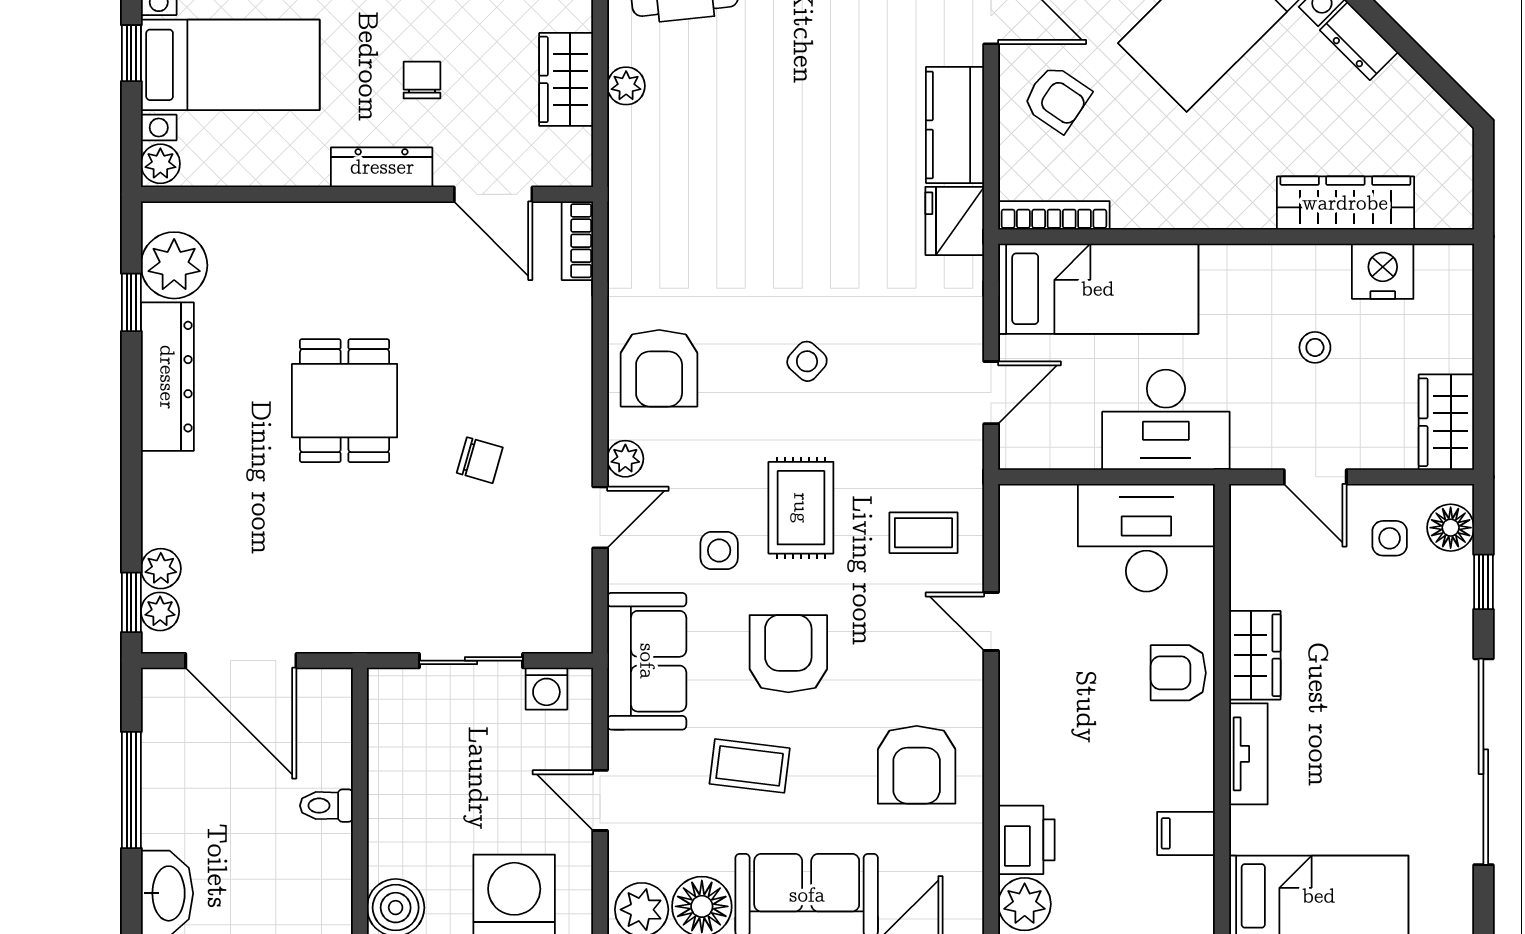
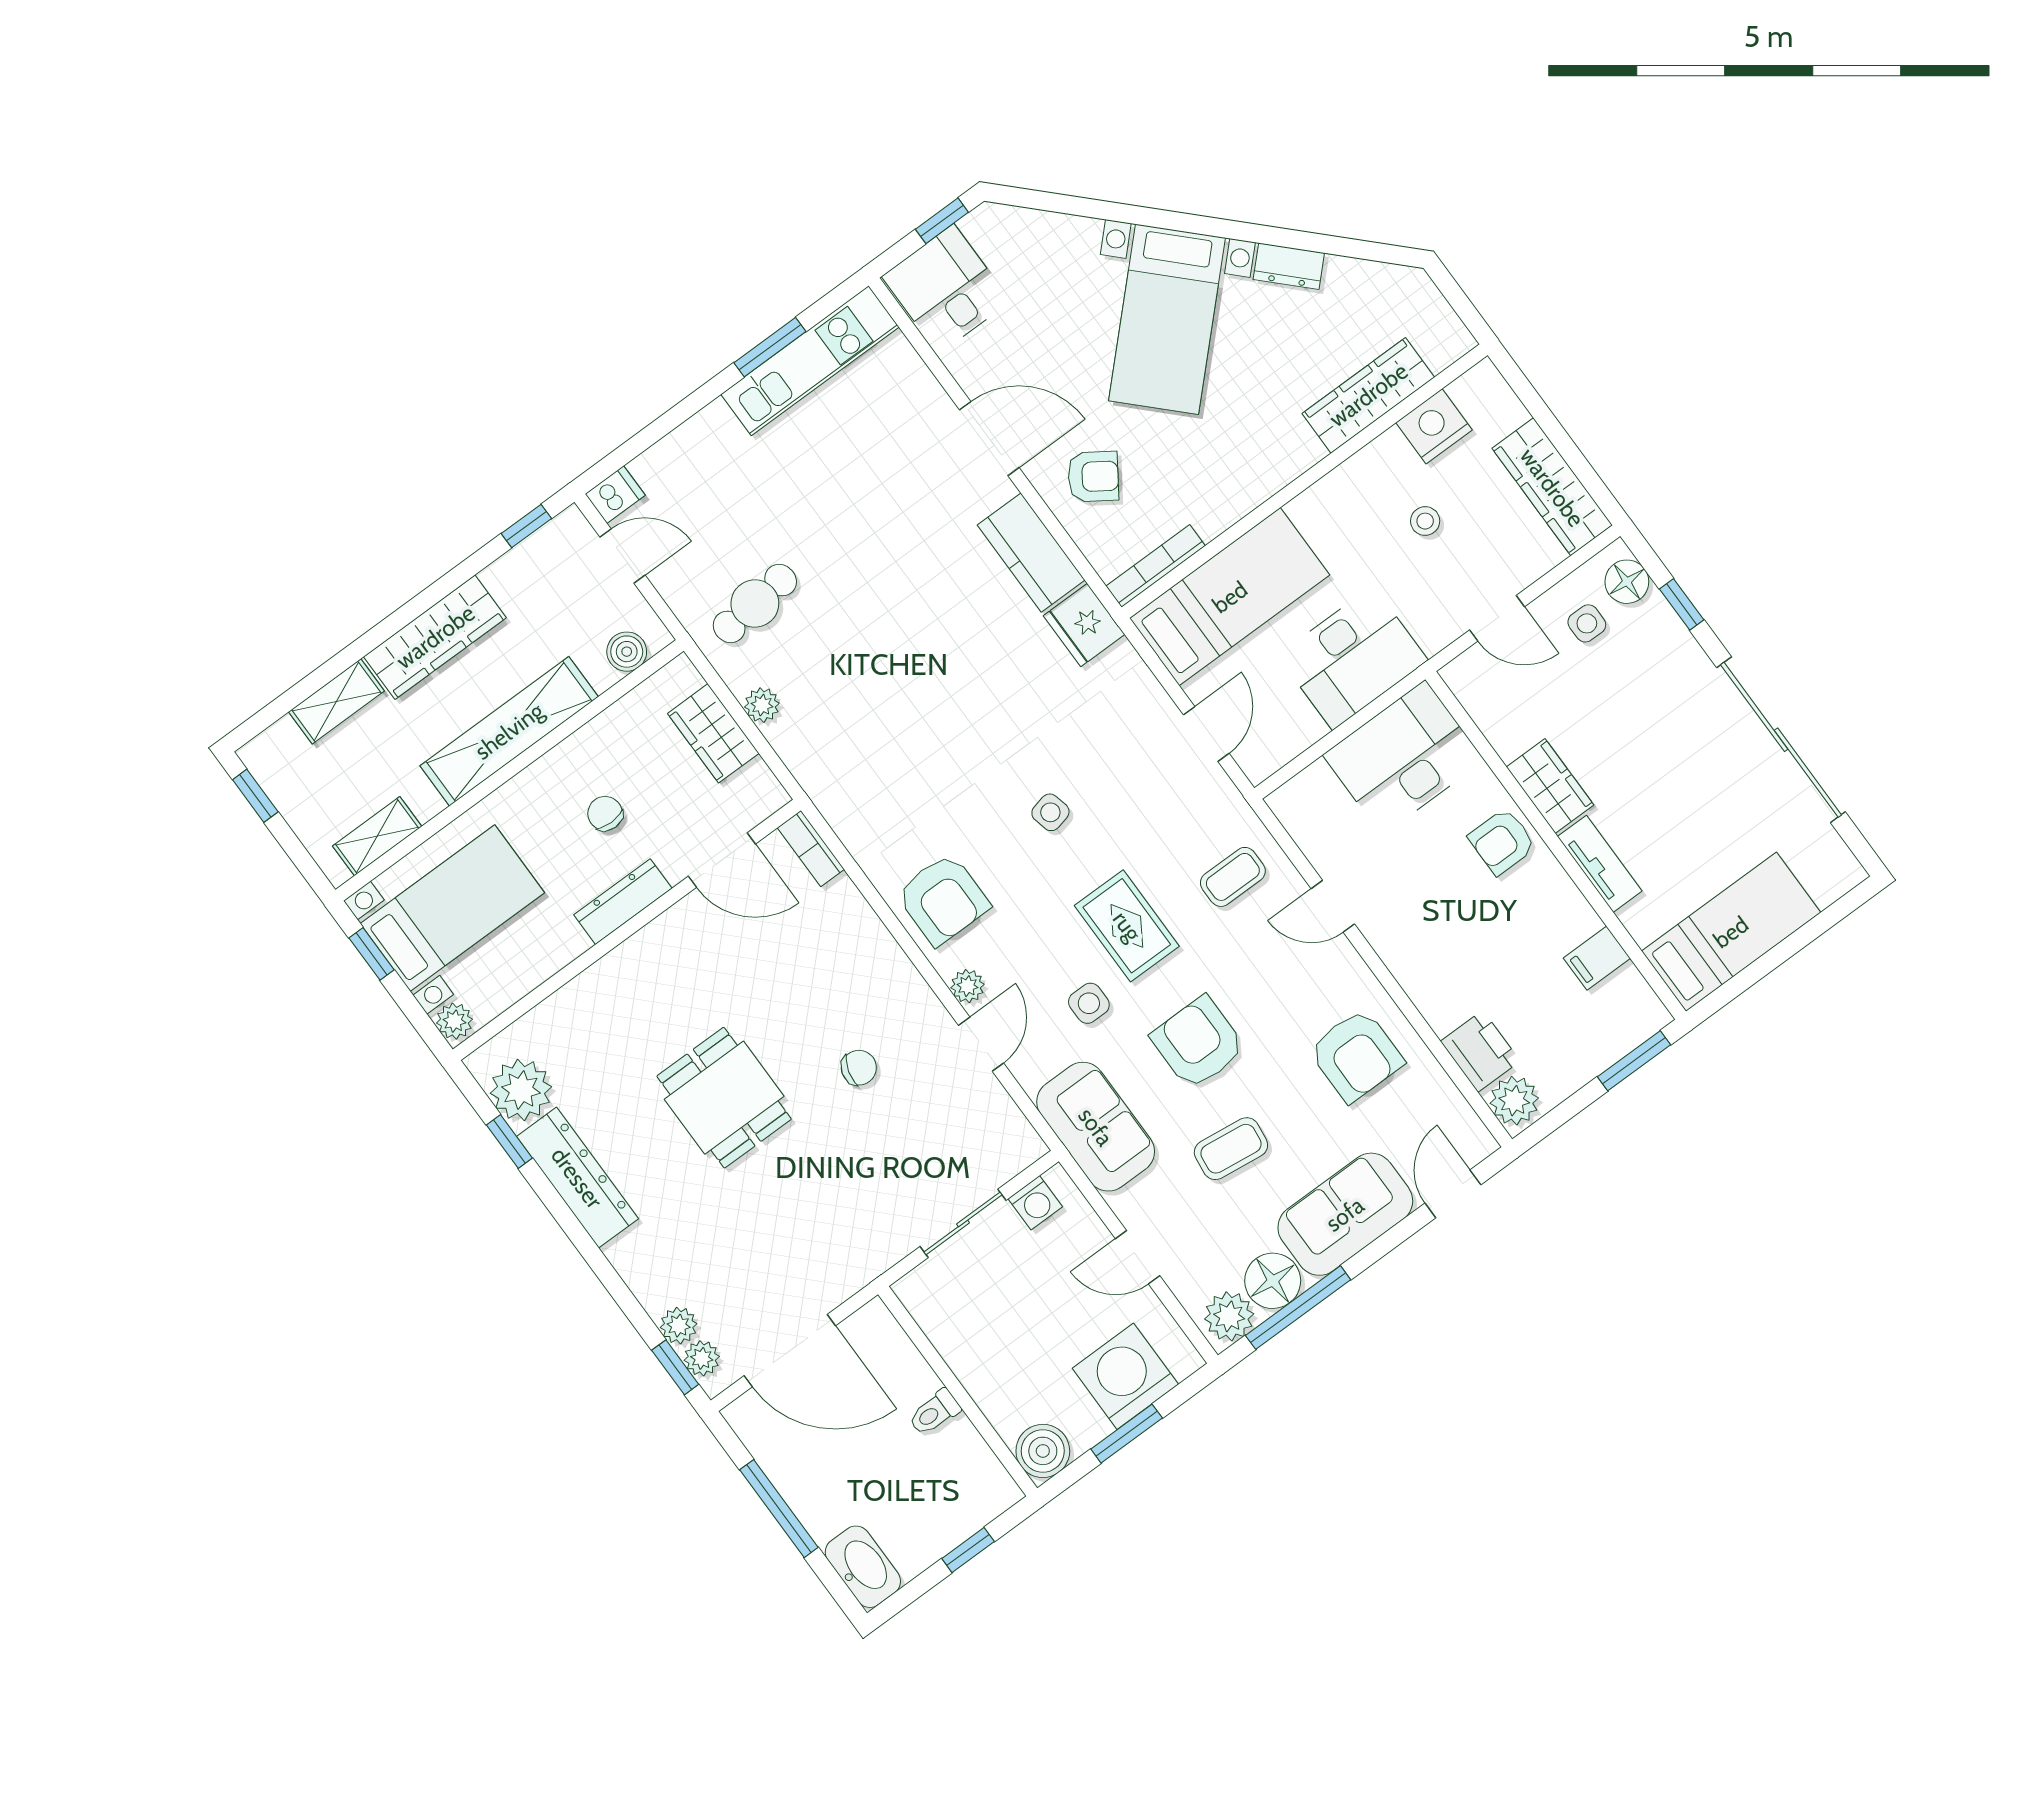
side table: (807, 361) -> (1050, 812), turned 35
wardrobe: (1446, 422) -> (1552, 487), width x1.50

